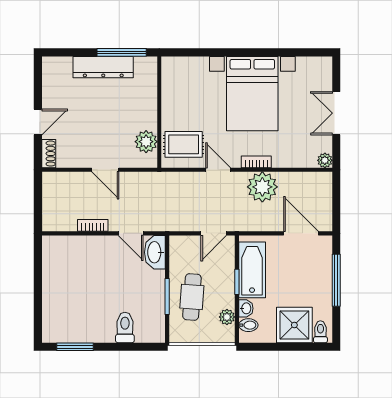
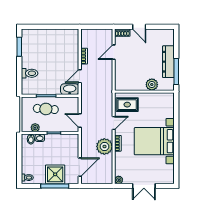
double door: (336, 113) -> (144, 186), swing flipped
plant: (146, 142) -> (152, 85), moved
rug: (184, 144) -> (127, 105), turned 90
door: (105, 170) -> (114, 52), moved
bathtub: (252, 270) -> (60, 141), removed
shower: (294, 325) -> (55, 174), moved

